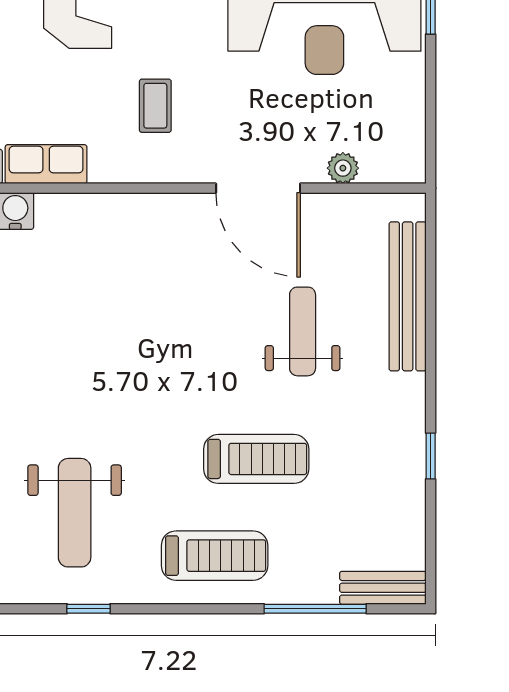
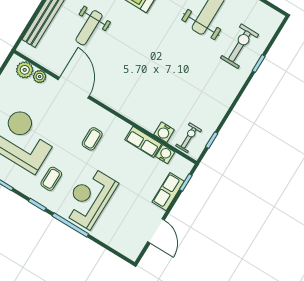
plant: (382, 163) -> (25, 70), added

